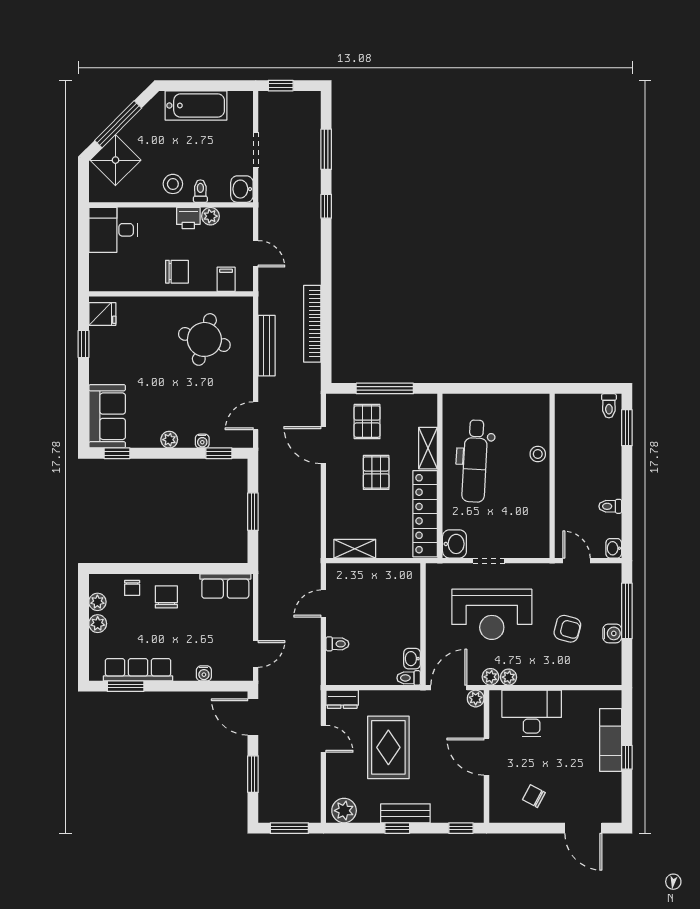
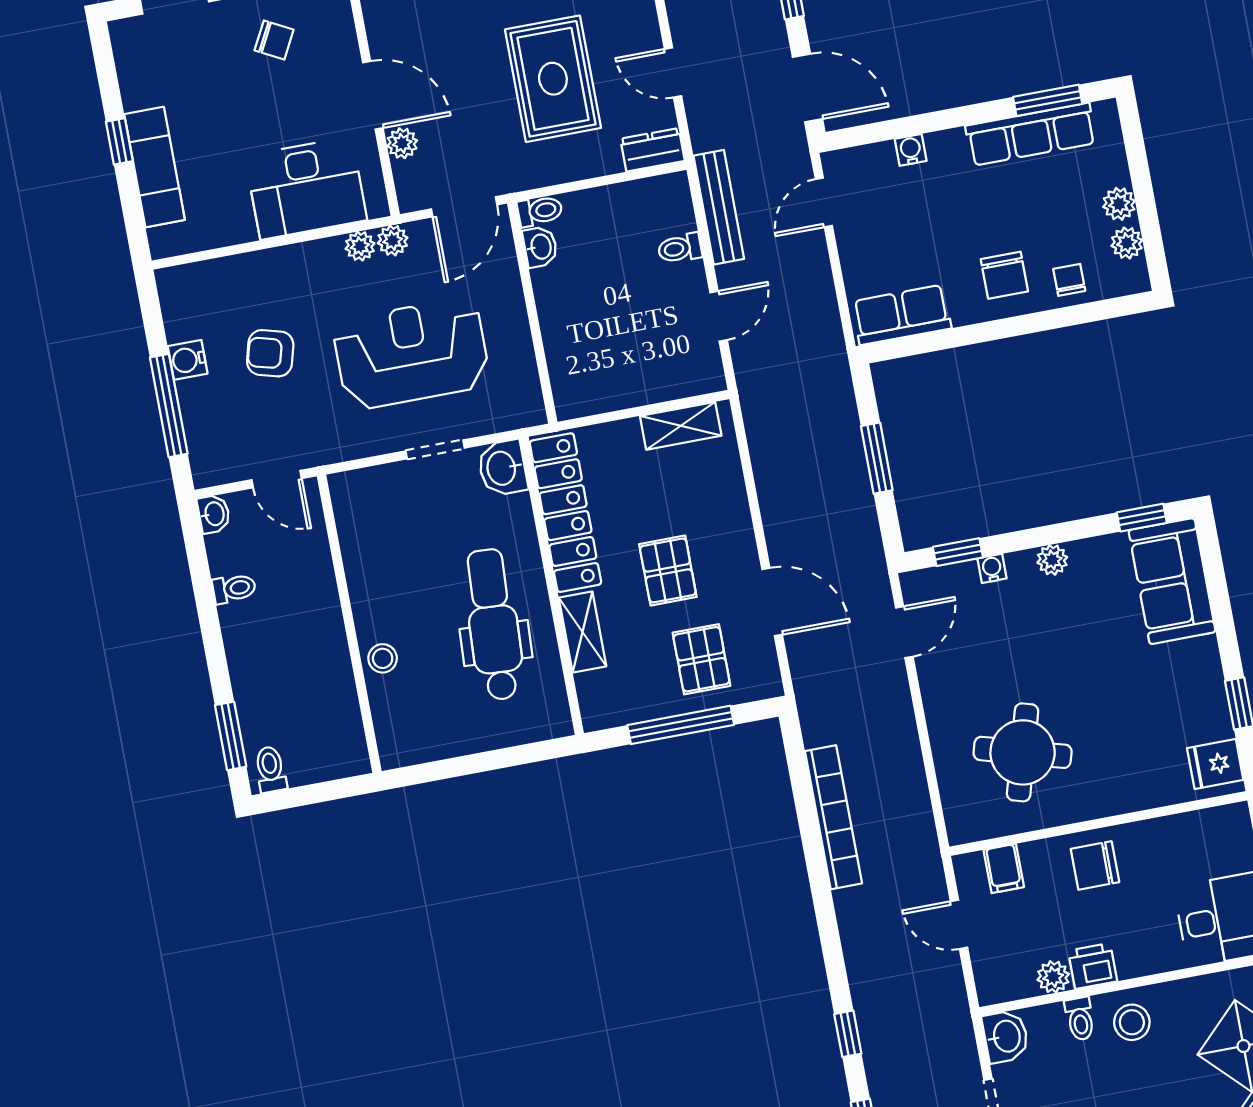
bench: (267, 346) -> (719, 207), moved
plant: (476, 699) -> (402, 143), moved

